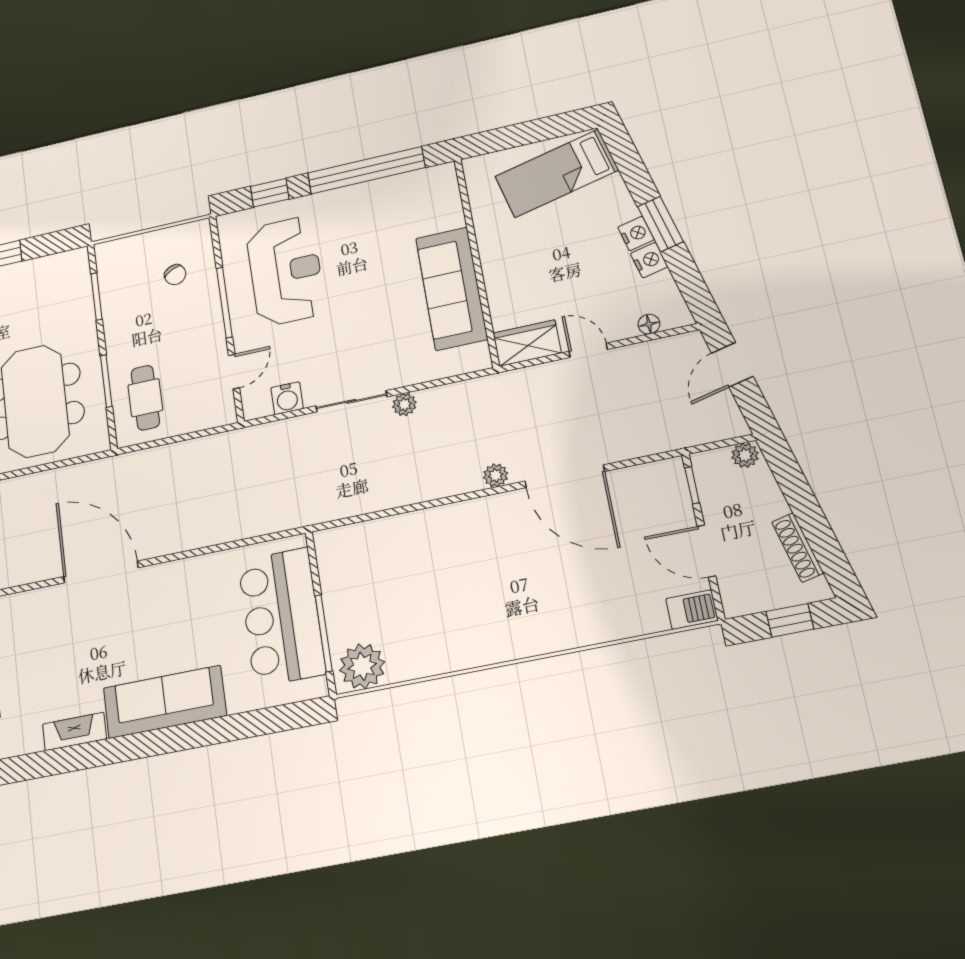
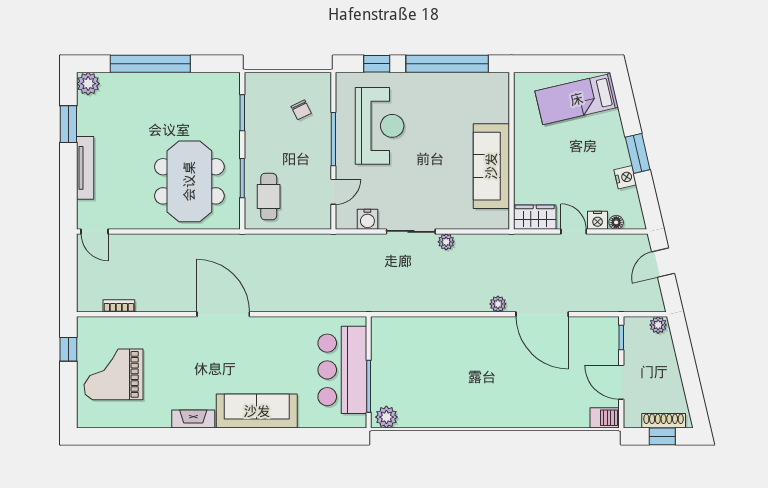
nightstand: (636, 233) -> (598, 220), moved, turned 103
shoe rack: (798, 548) -> (664, 421), moved, turned 103
plant: (362, 666) -> (386, 417), width x0.73, depth x0.73

